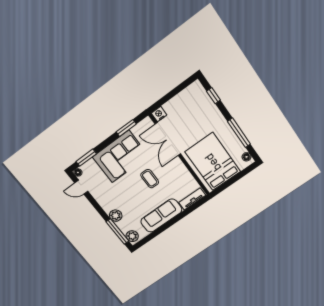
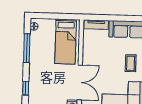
bed: (213, 162) -> (66, 42), width x0.67
coffee table: (150, 179) -> (131, 63), moved

